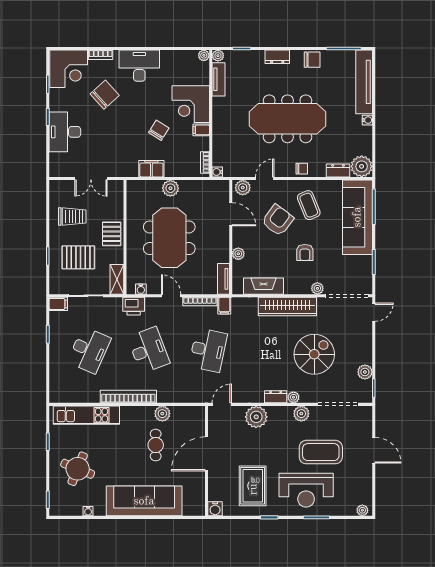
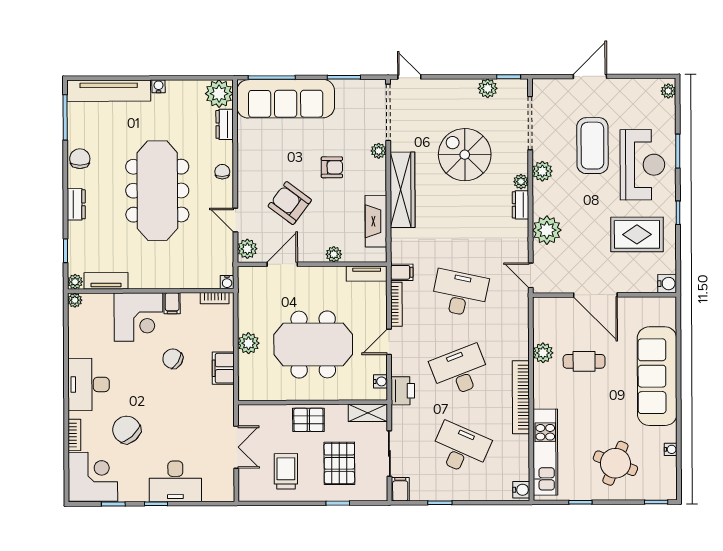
coffee table: (309, 205) -> (270, 162), removed
water cooler: (58, 397) -> (521, 490), added

